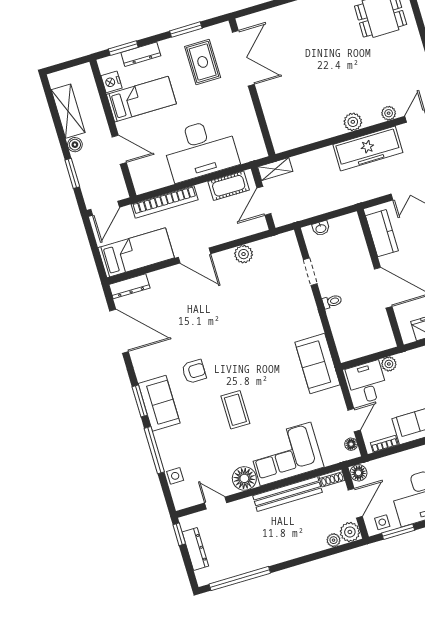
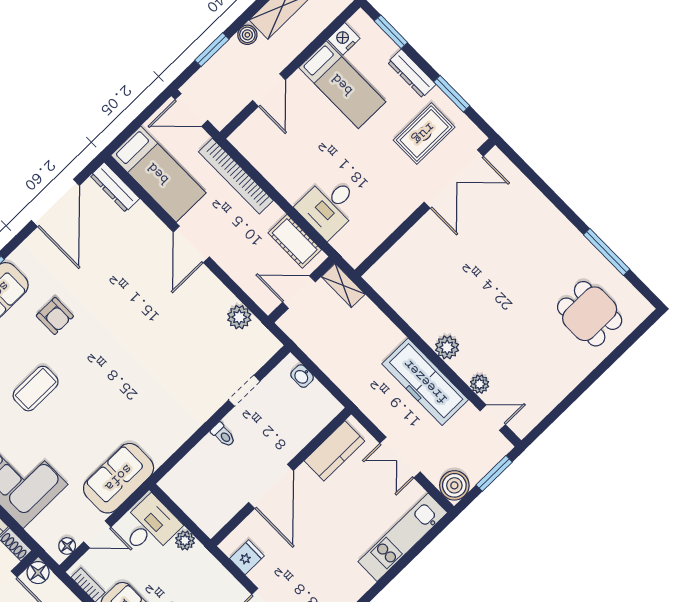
dresser: (141, 54) -> (412, 73), moved
desk: (200, 150) -> (329, 206), width x0.53, depth x0.77
plant: (244, 254) -> (239, 317), moved
sofa: (317, 363) -> (119, 478), moved

